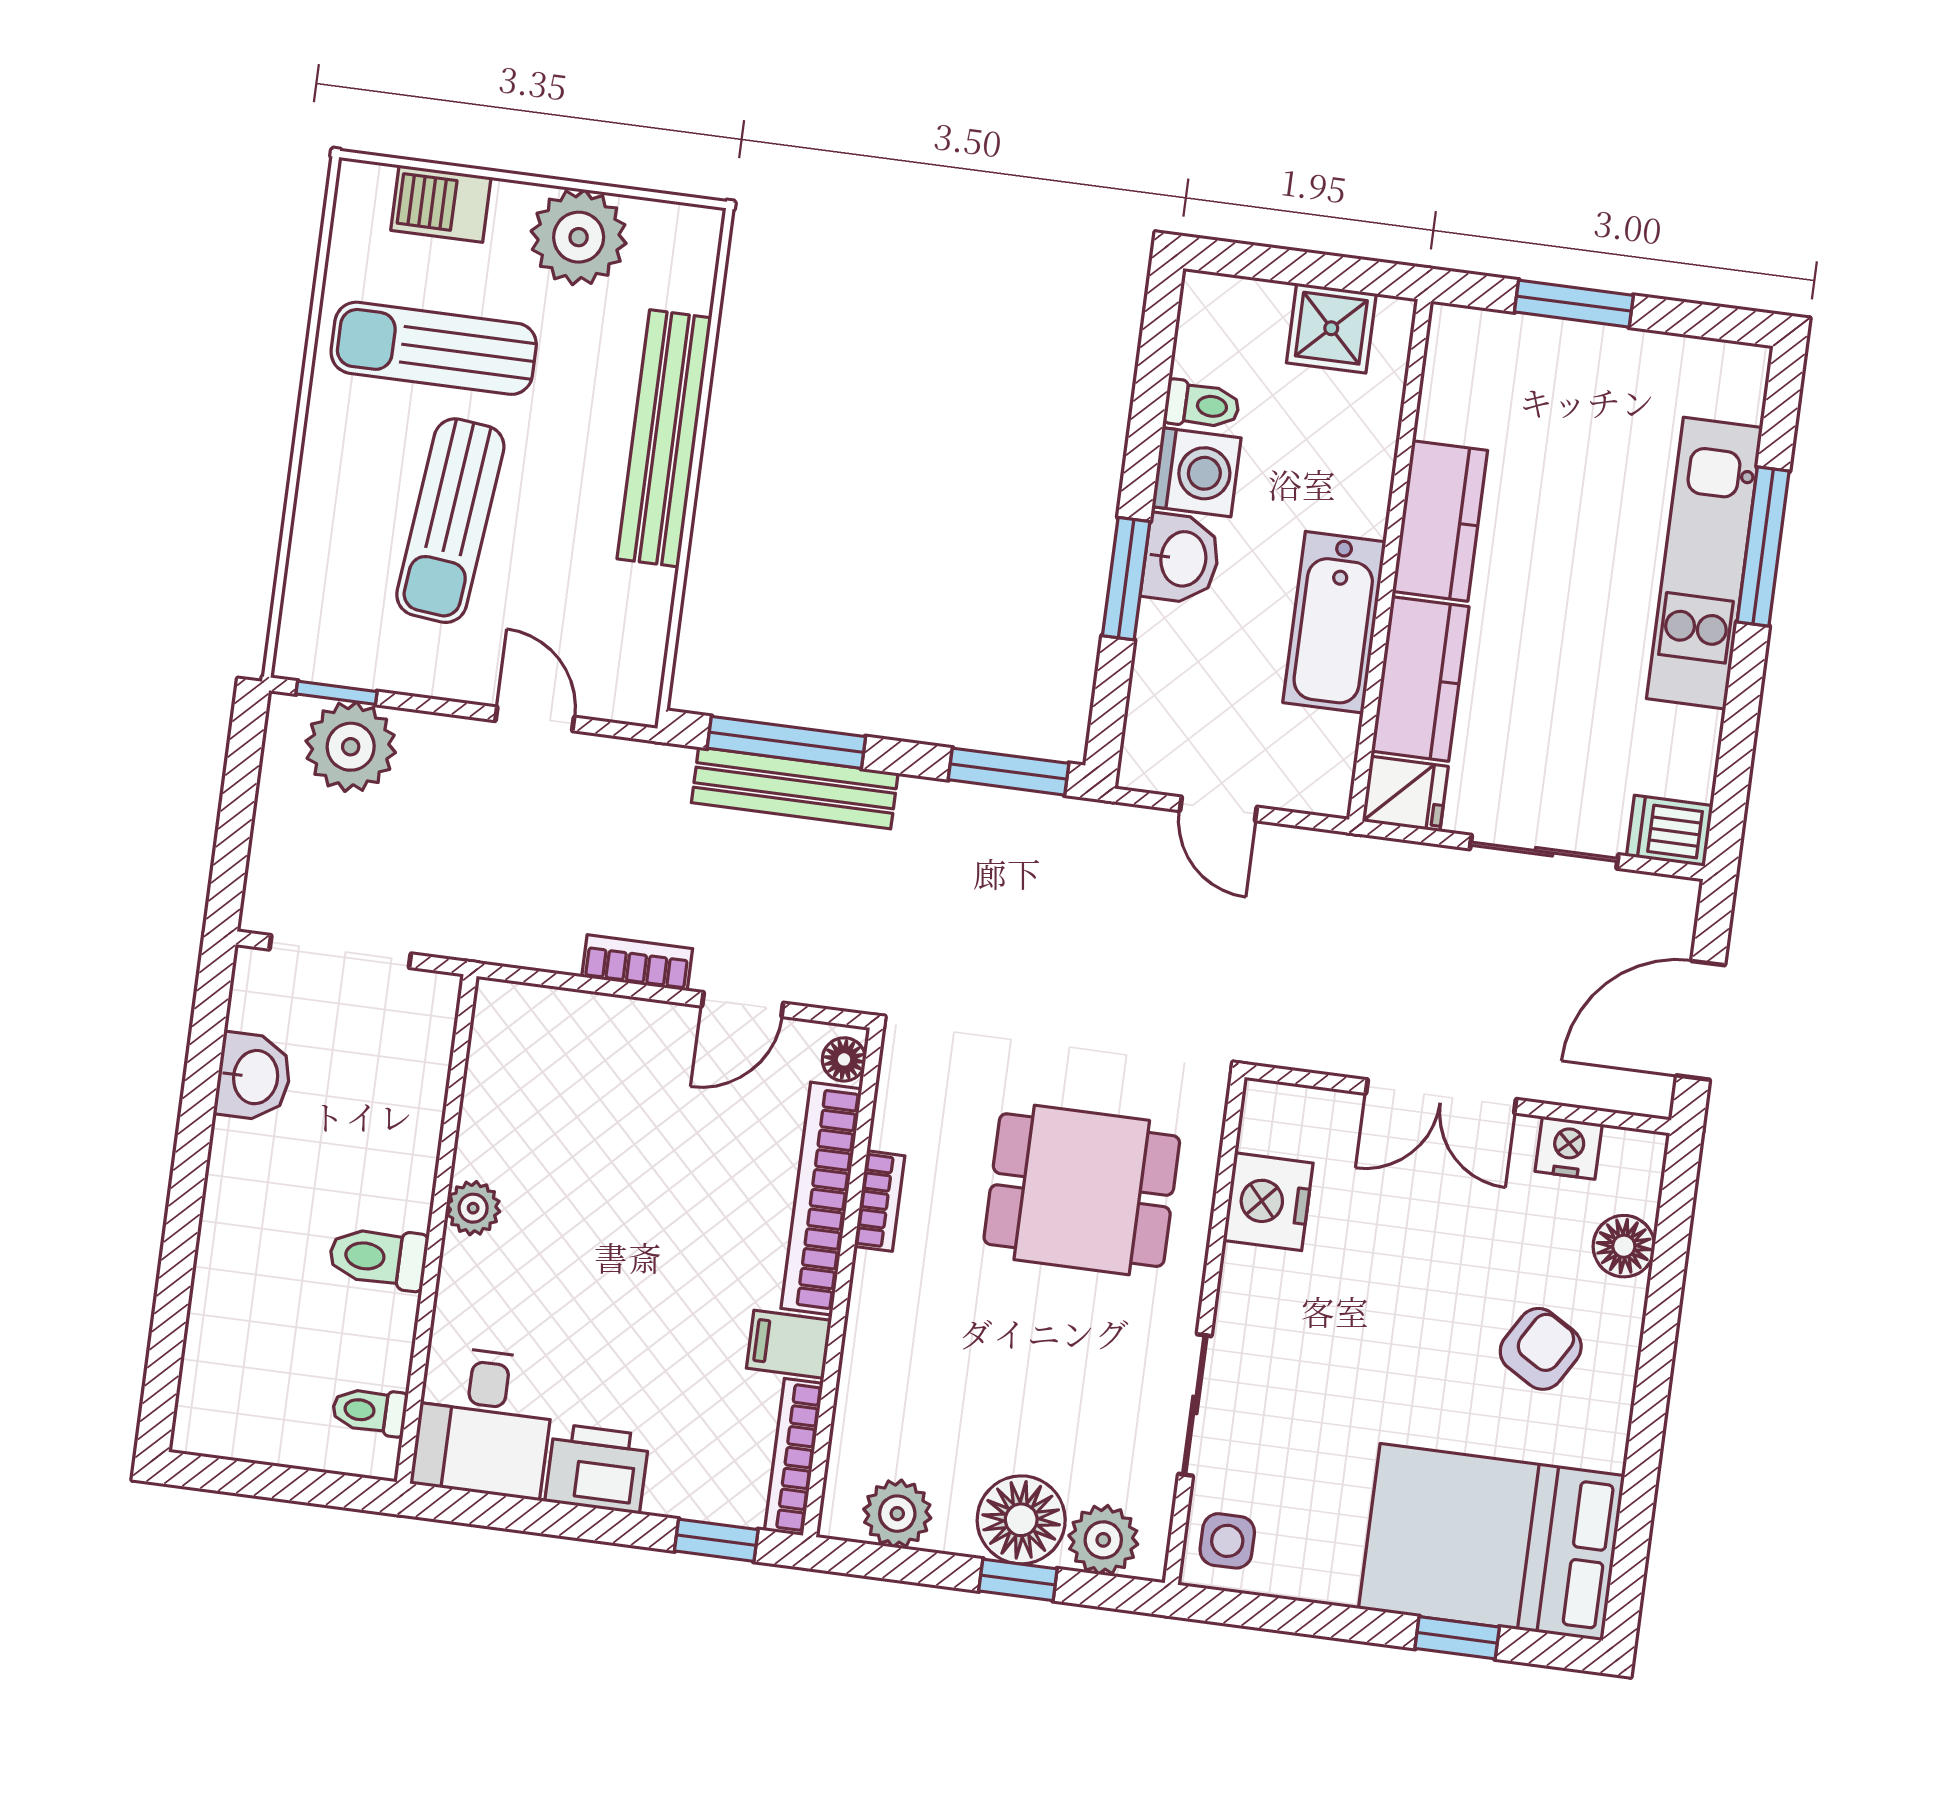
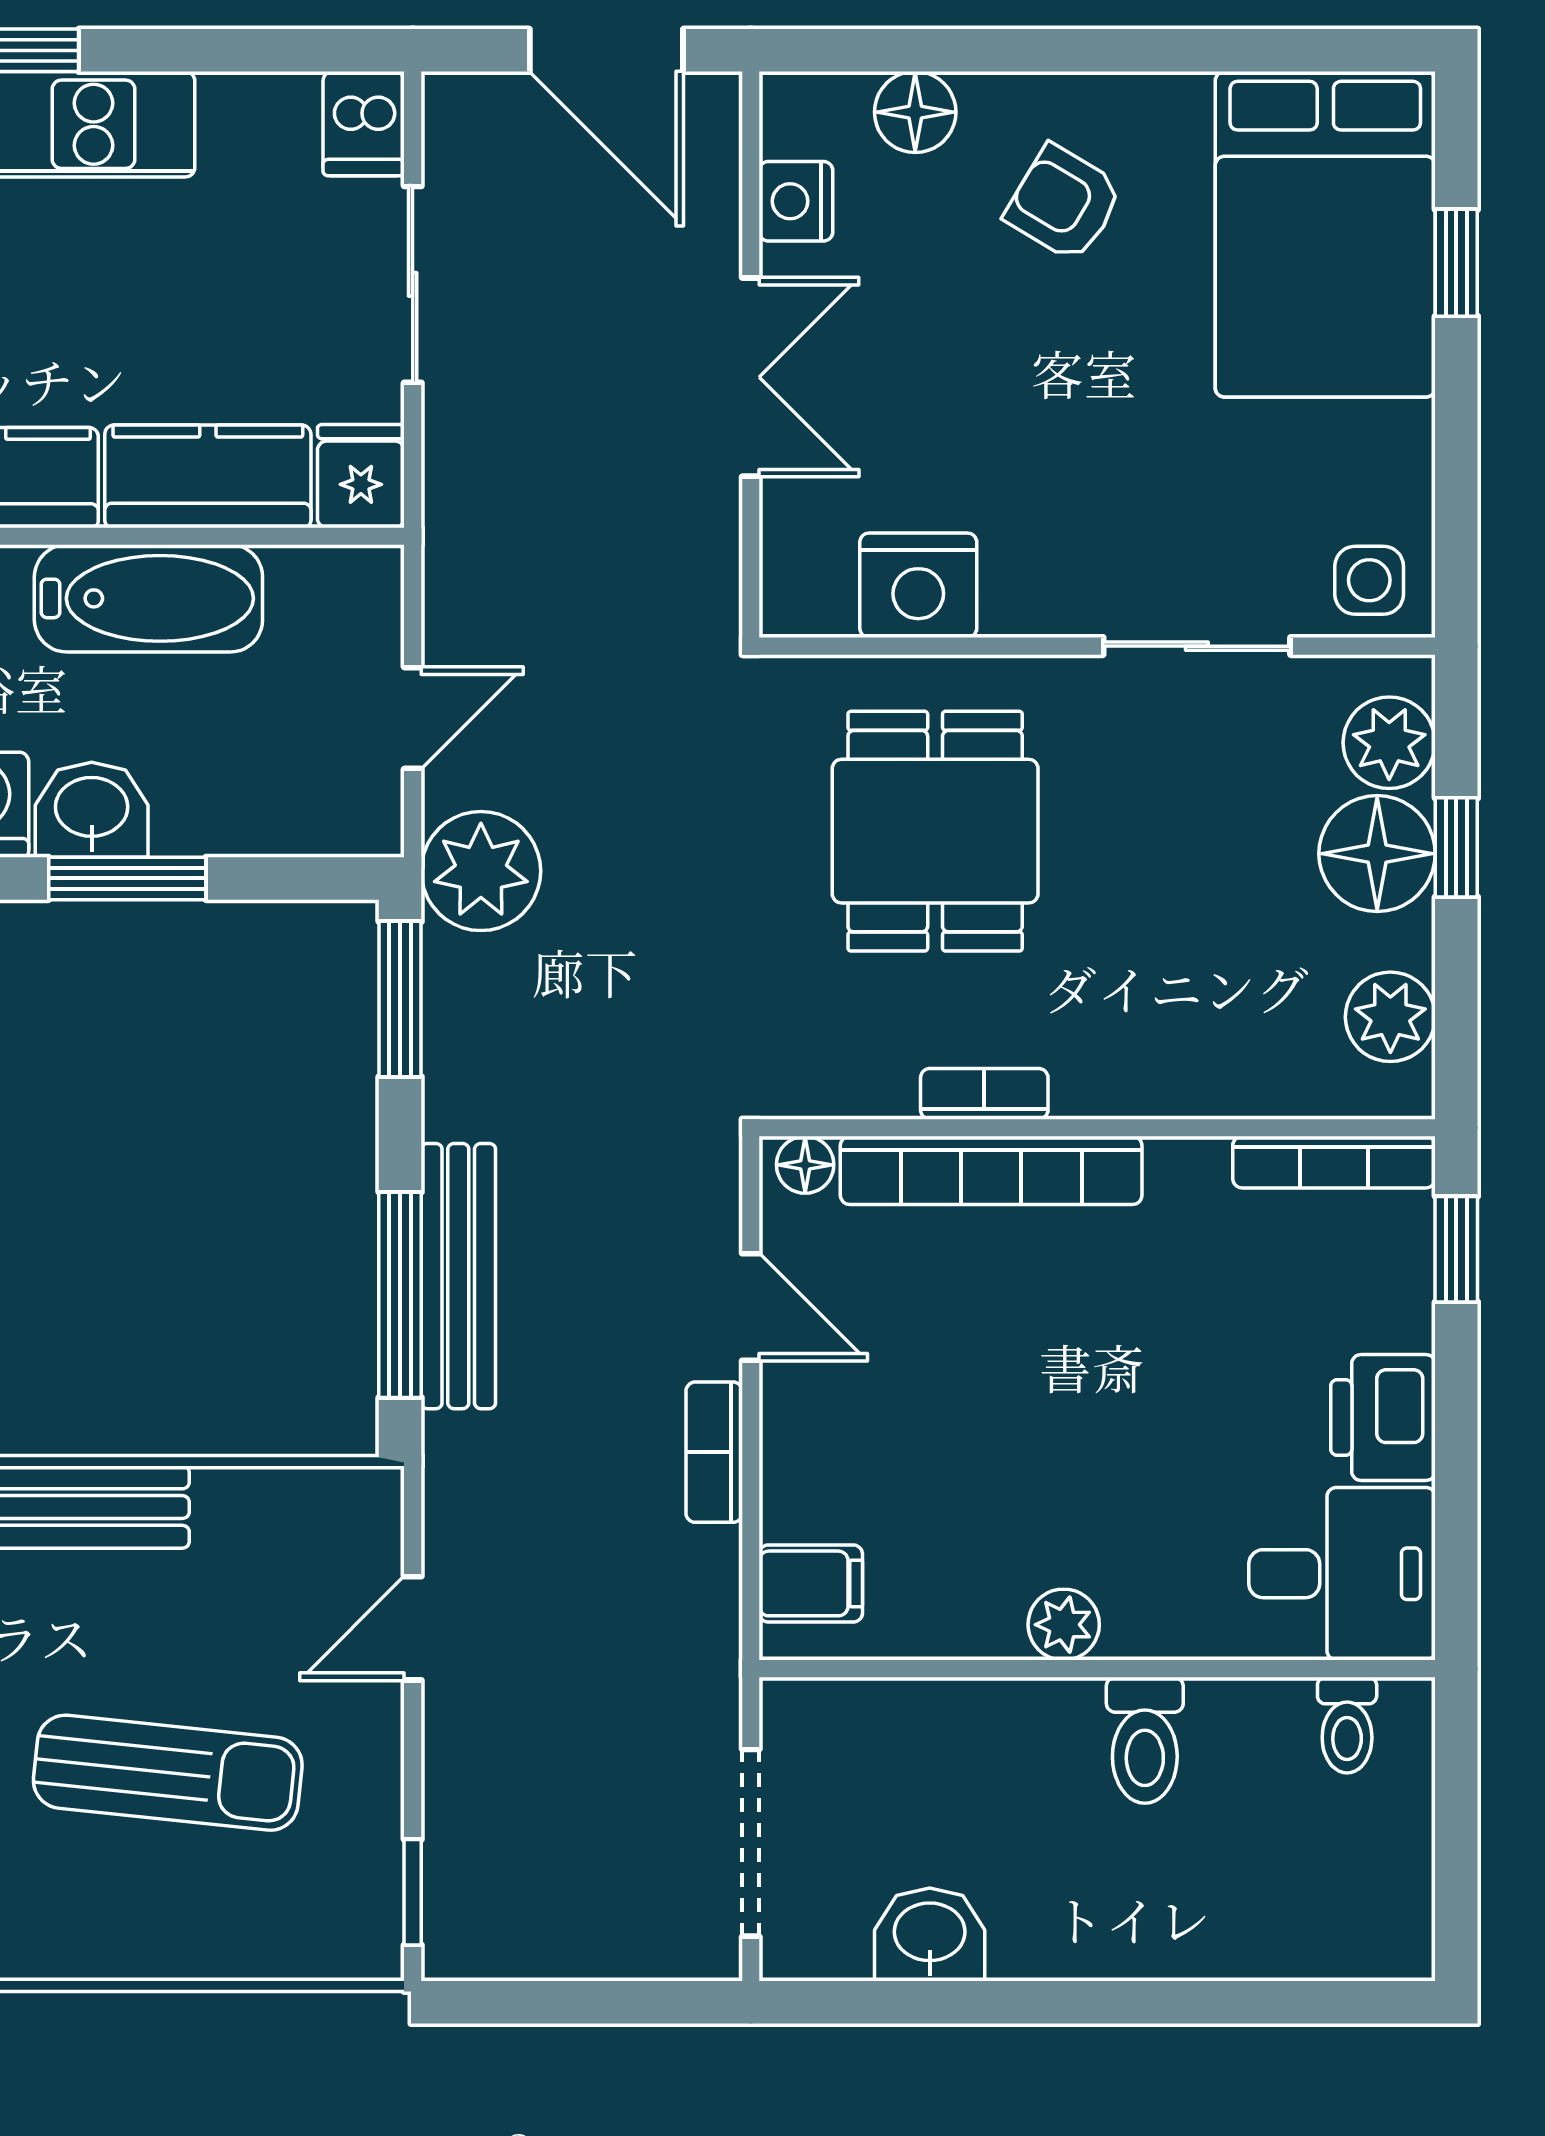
plant: (351, 747) -> (481, 871), moved
filing cabinet: (789, 1344) -> (811, 1583), moved, turned -90

